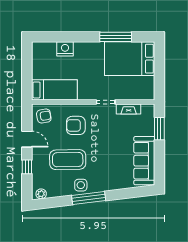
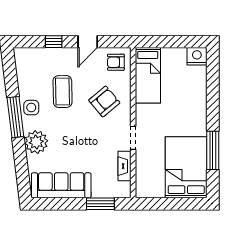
nightstand: (65, 49) -> (197, 56), moved, turned -90
armchair: (44, 116) -> (116, 62), turned 100
armchair: (76, 125) -> (104, 101), turned 50
coffee table: (68, 160) -> (63, 92), width x0.73, depth x0.76
plant: (41, 194) -> (36, 142), moved, width x1.87, depth x1.87

